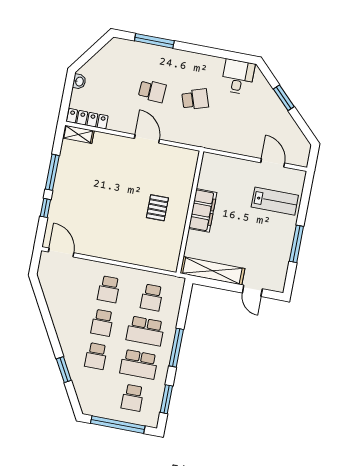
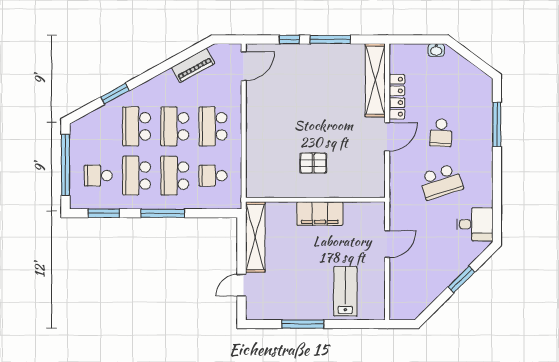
school desk: (195, 99) -> (441, 182), width x1.85
locker: (87, 119) -> (397, 97), moved
shelving: (78, 134) -> (375, 80), width x2.20, depth x1.33
door: (273, 163) -> (387, 244), moved
lab bench: (275, 201) -> (345, 291), turned 180
school desk: (109, 289) -> (213, 126), width x1.85
piano: (52, 297) -> (193, 65), added
school desk: (102, 323) -> (175, 126), width x1.85
school desk: (96, 356) -> (137, 126), width x1.85

